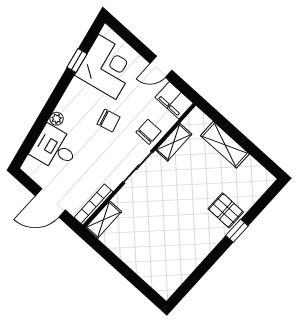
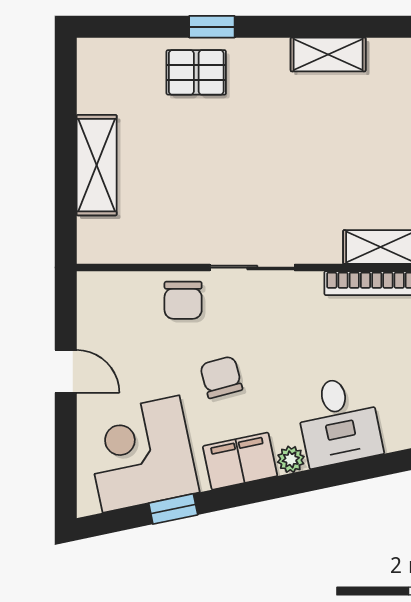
filing cabinet: (174, 100) -> (240, 461), moved, turned -102
chair: (148, 132) -> (183, 300), turned -90
shelving: (174, 142) -> (328, 54), moved
pallet: (226, 210) -> (196, 72), turned 90

